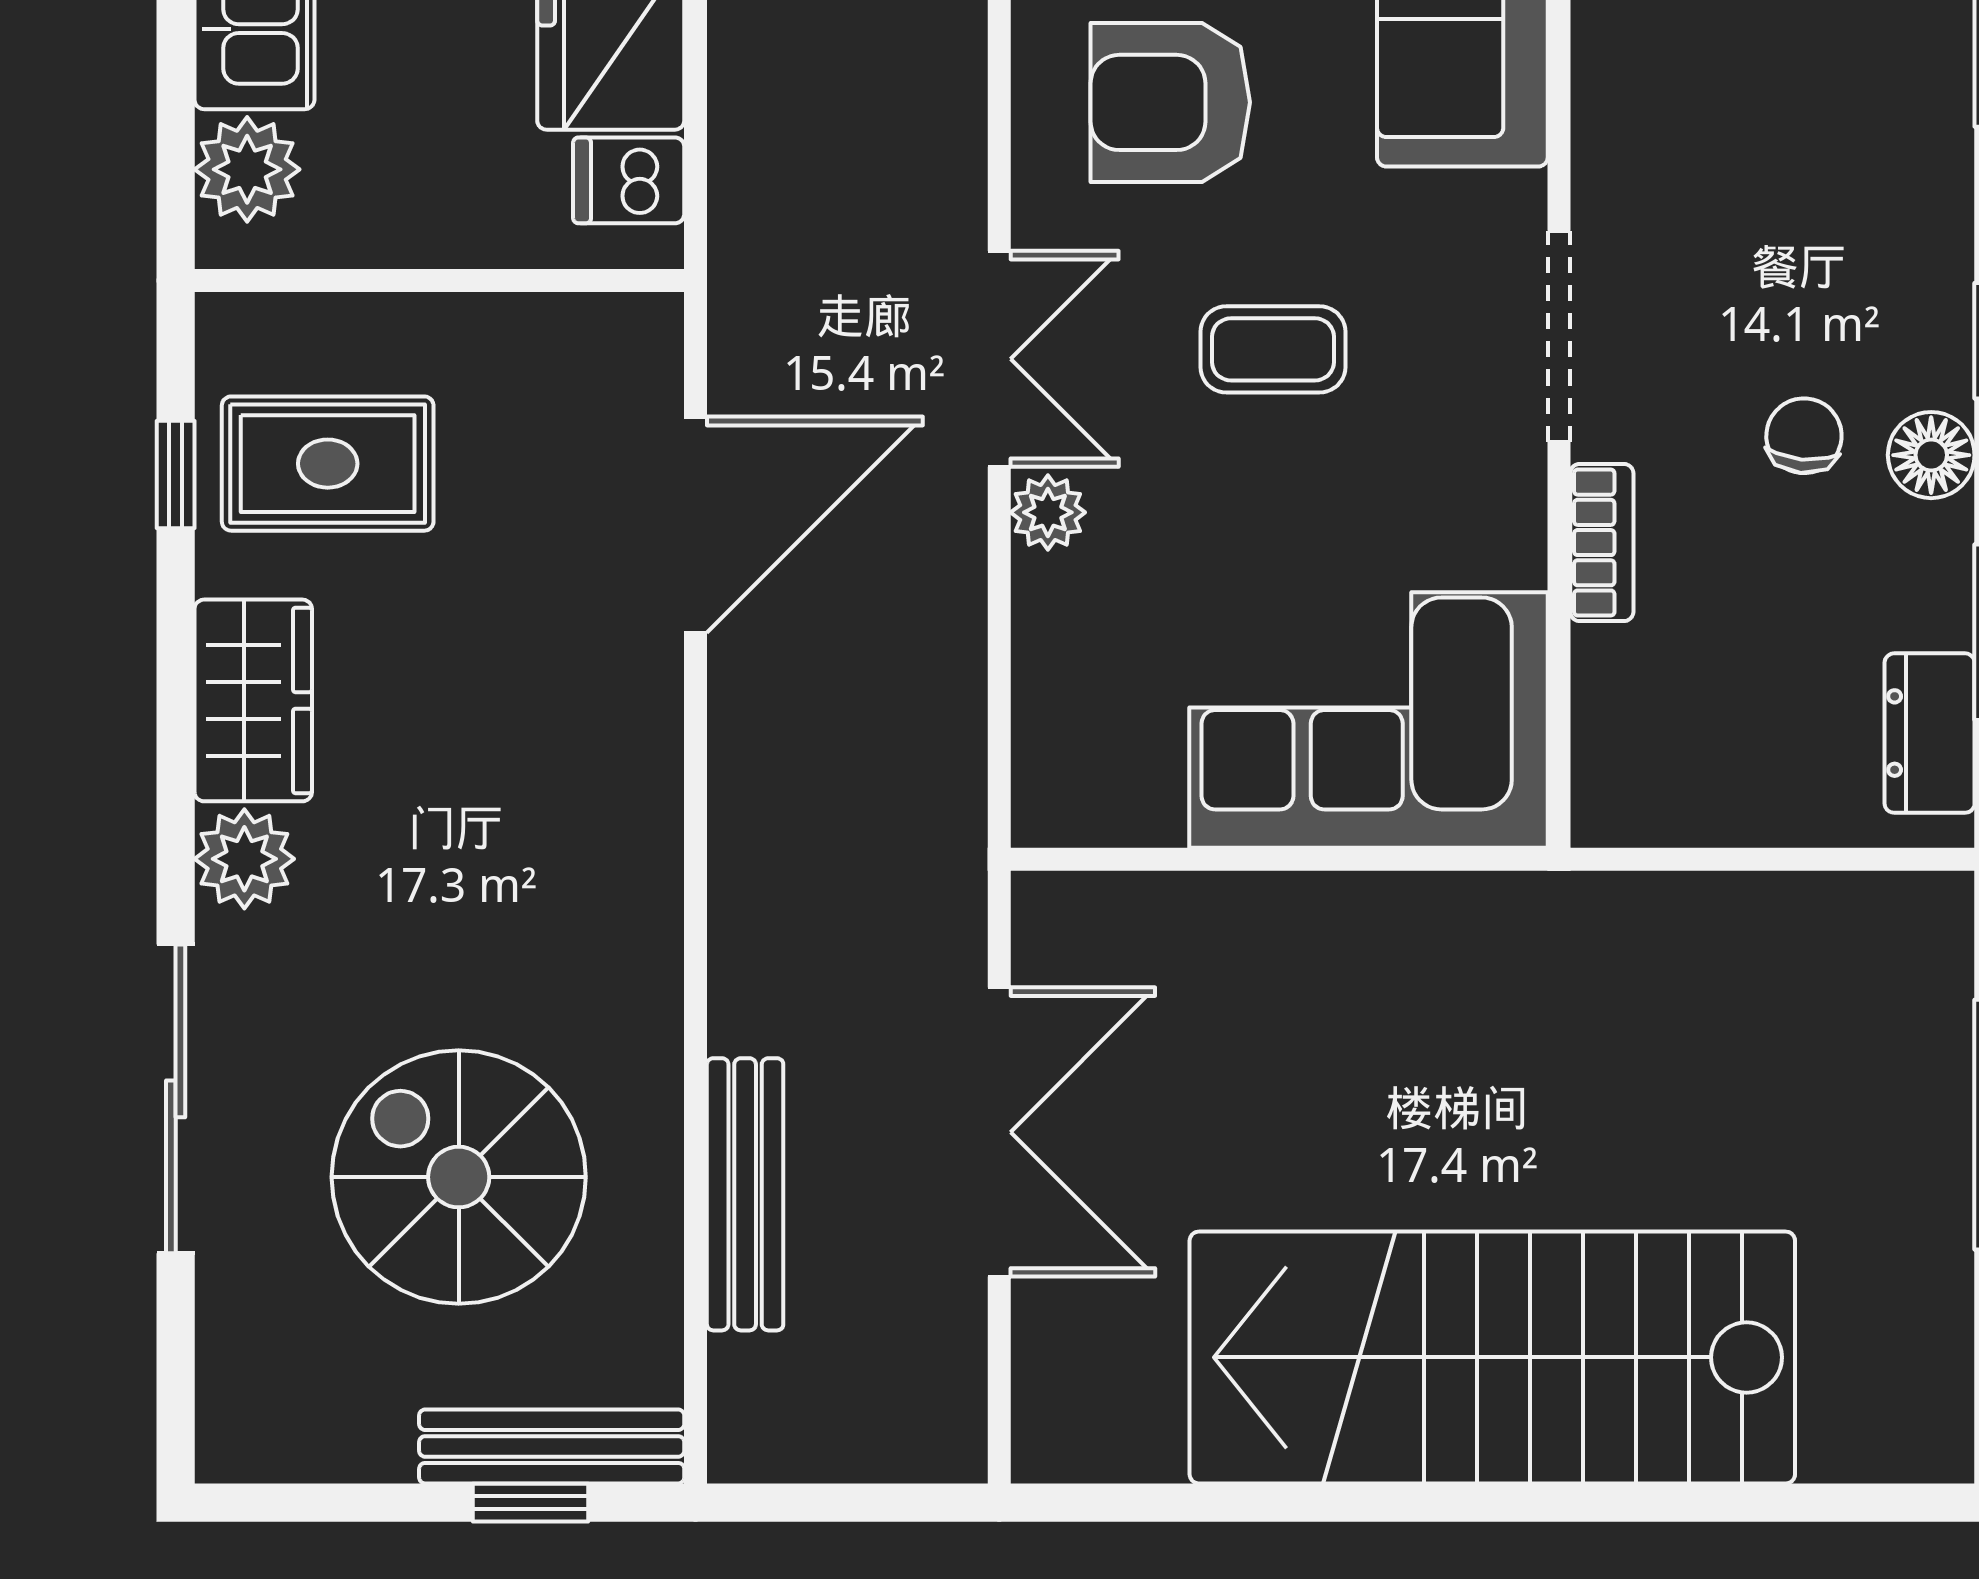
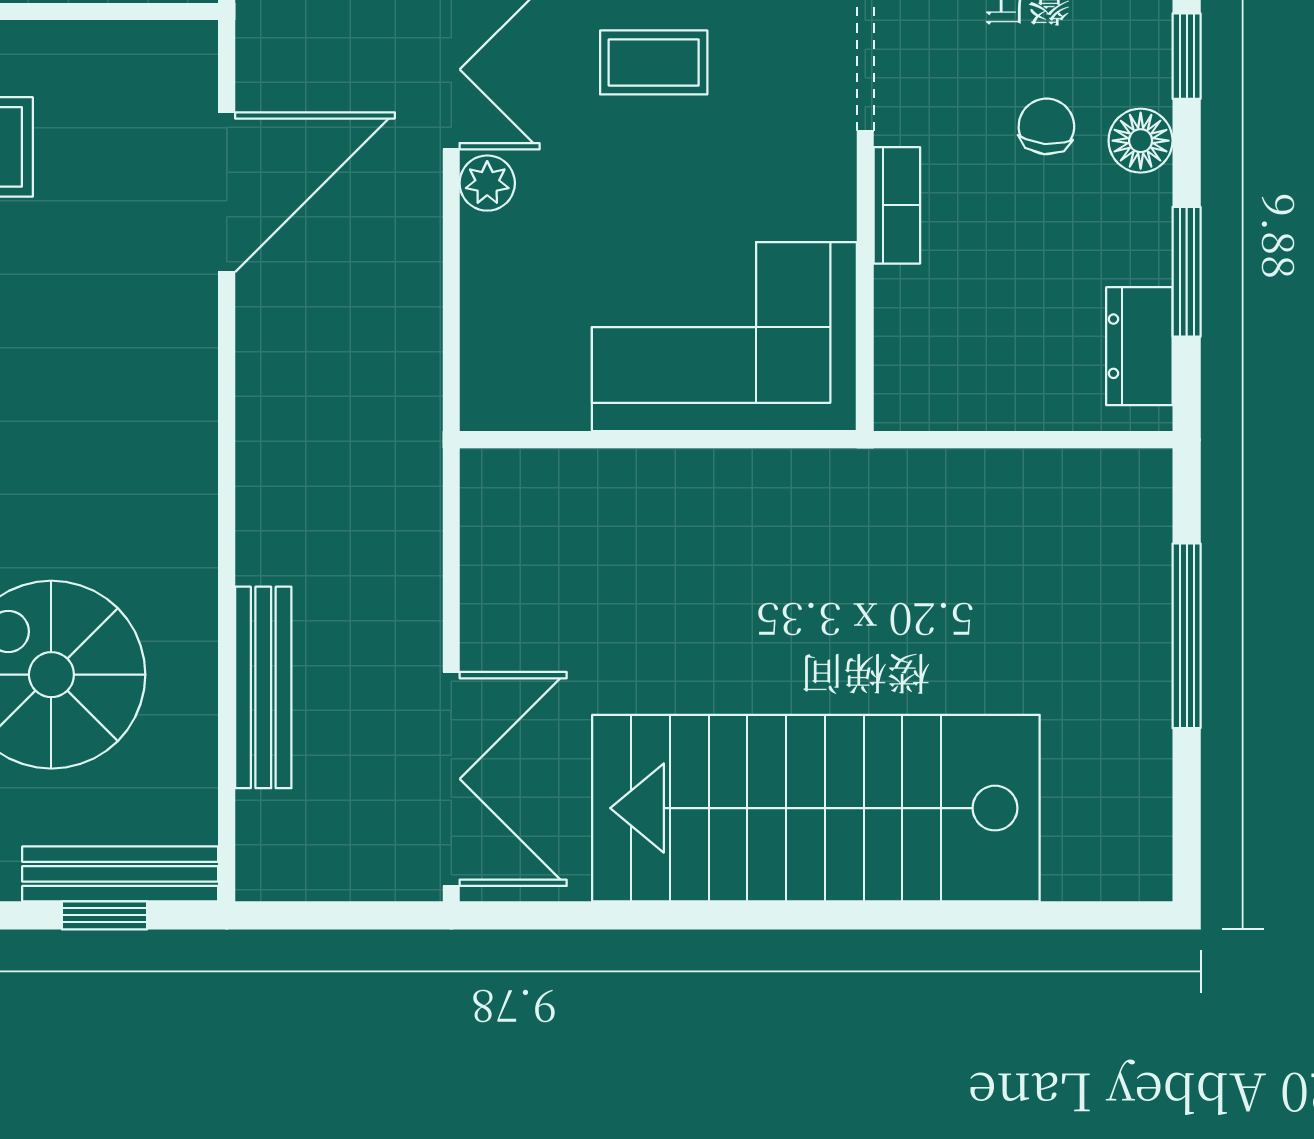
double door: (999, 1132) -> (451, 779), moved

